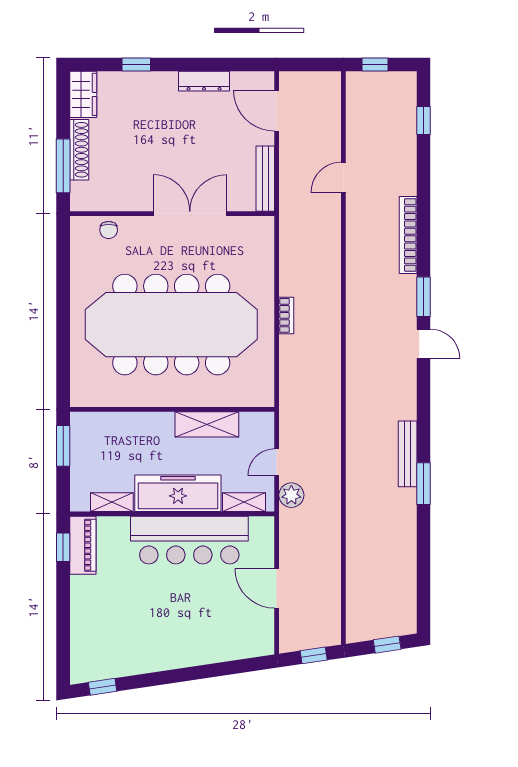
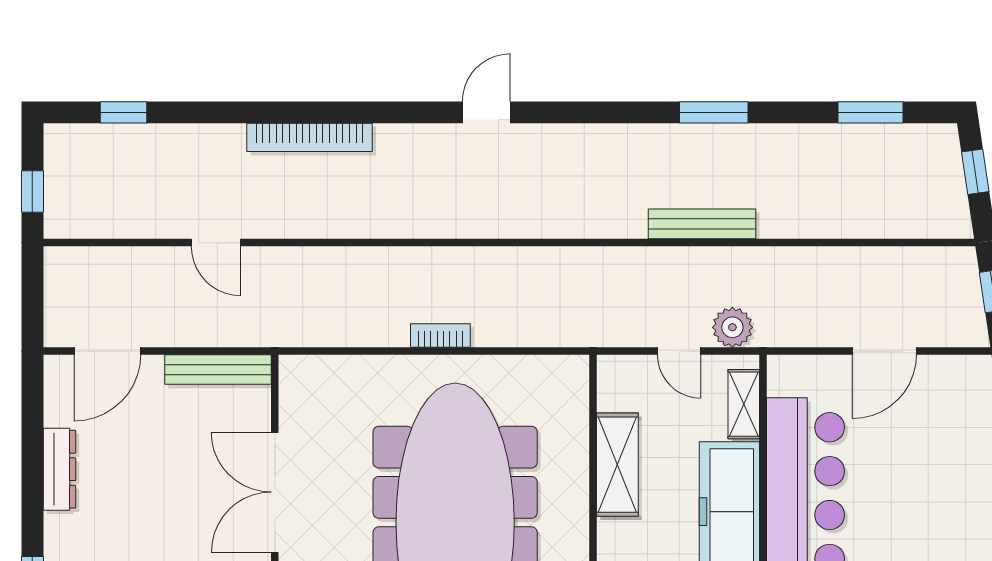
window: (424, 297) -> (870, 112), moved
bench: (408, 454) -> (702, 224), moved

